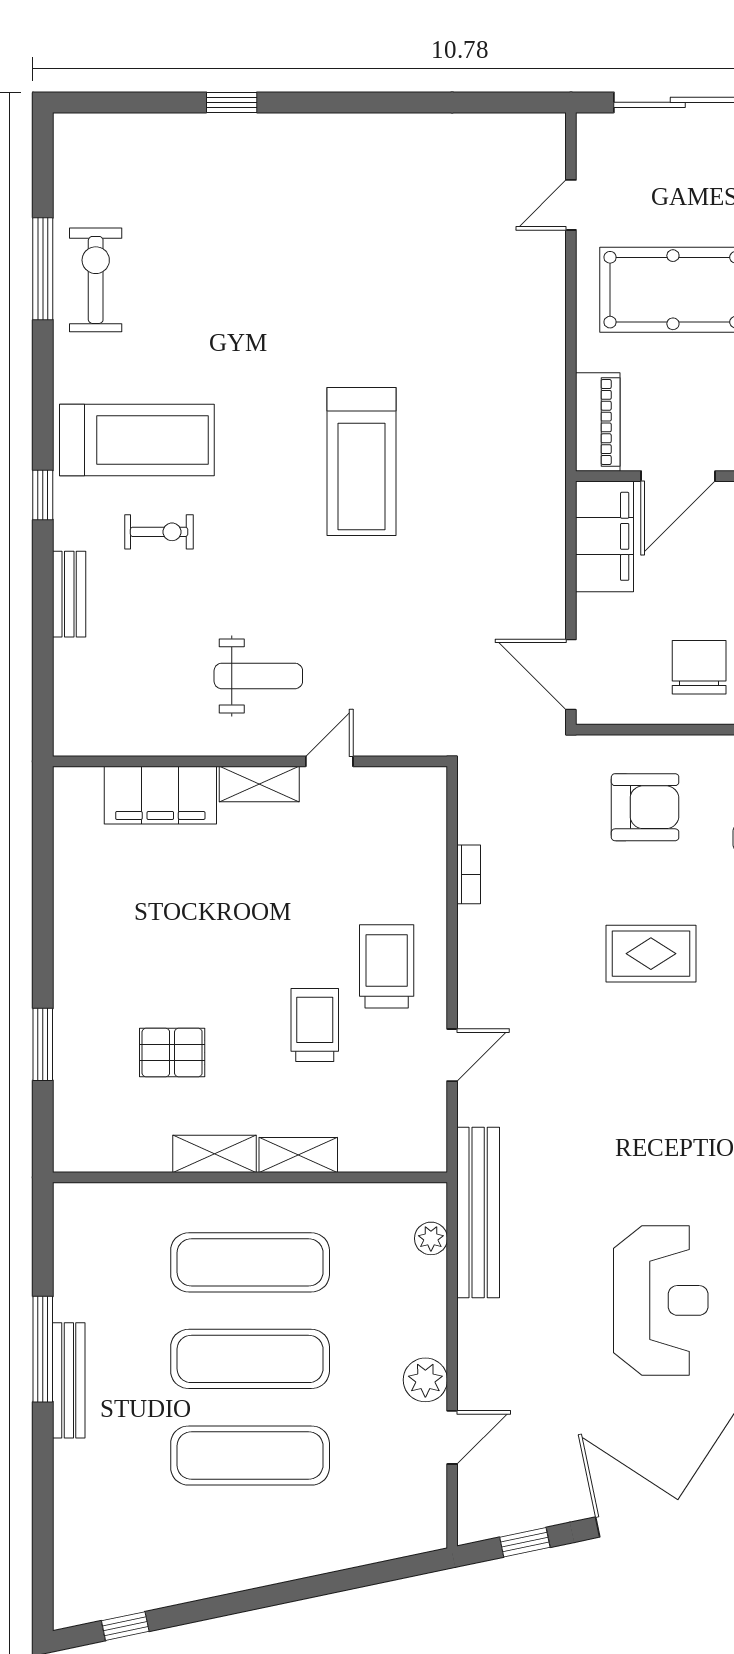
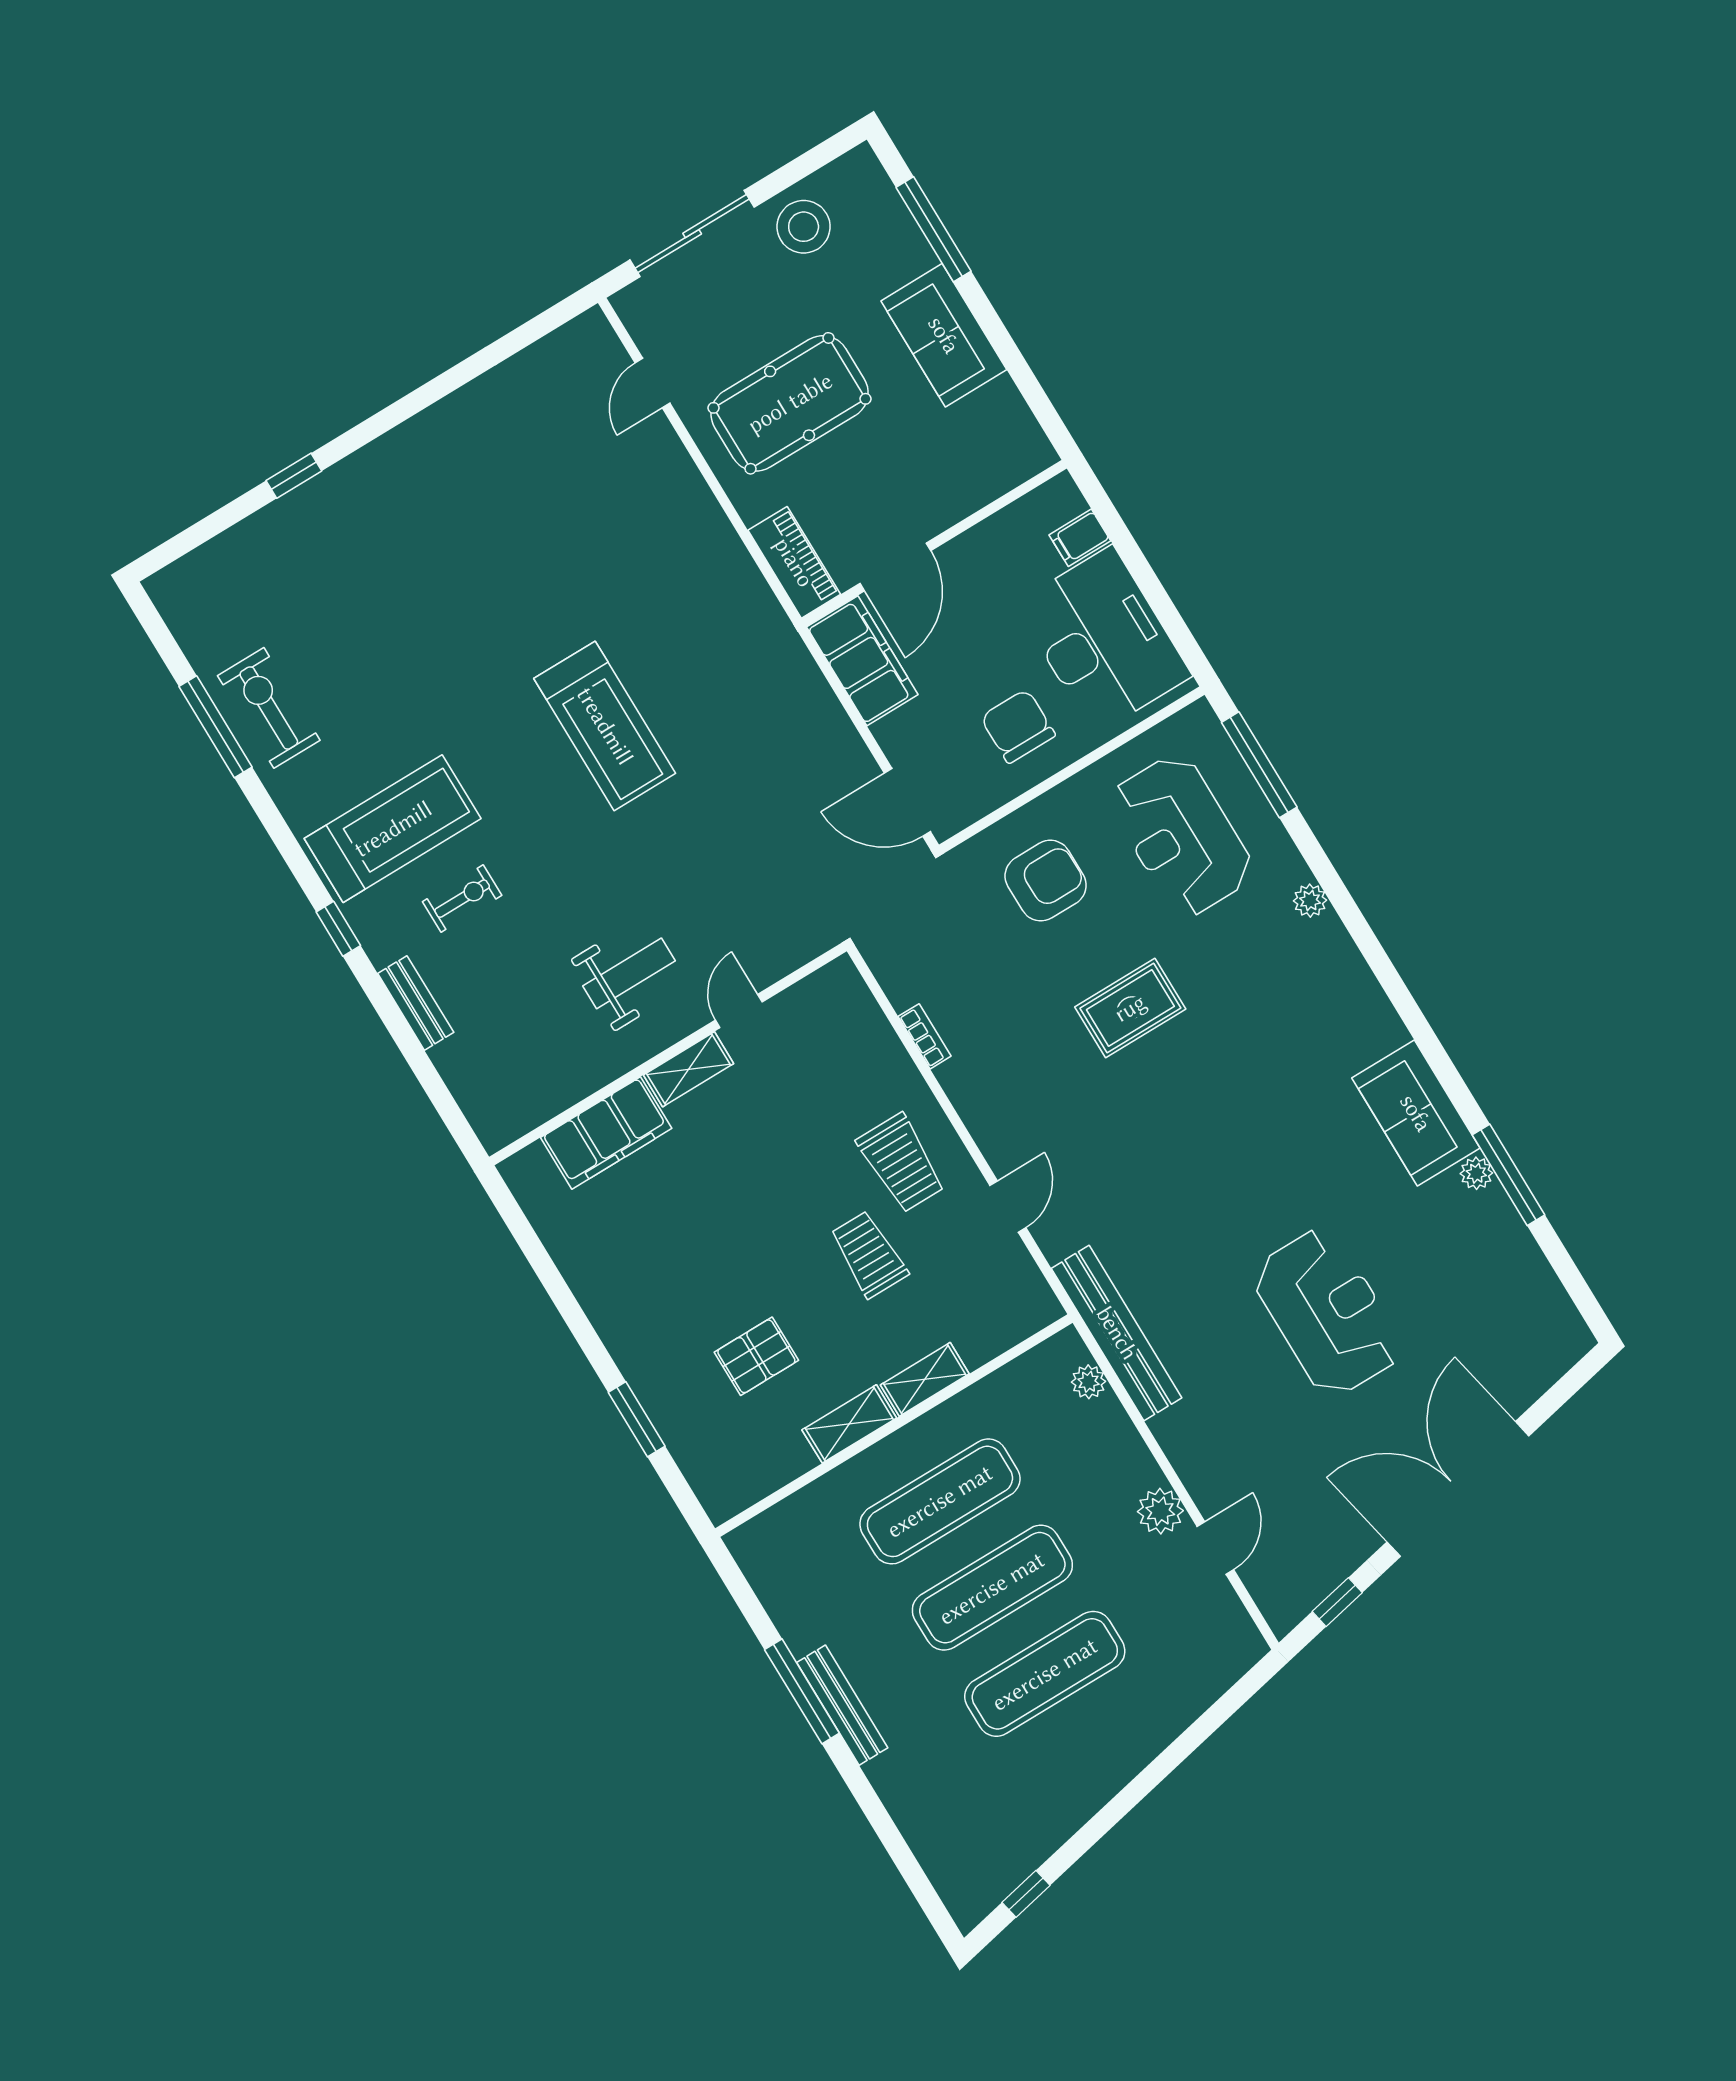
trolley: (387, 966) -> (901, 1163), turned 180

